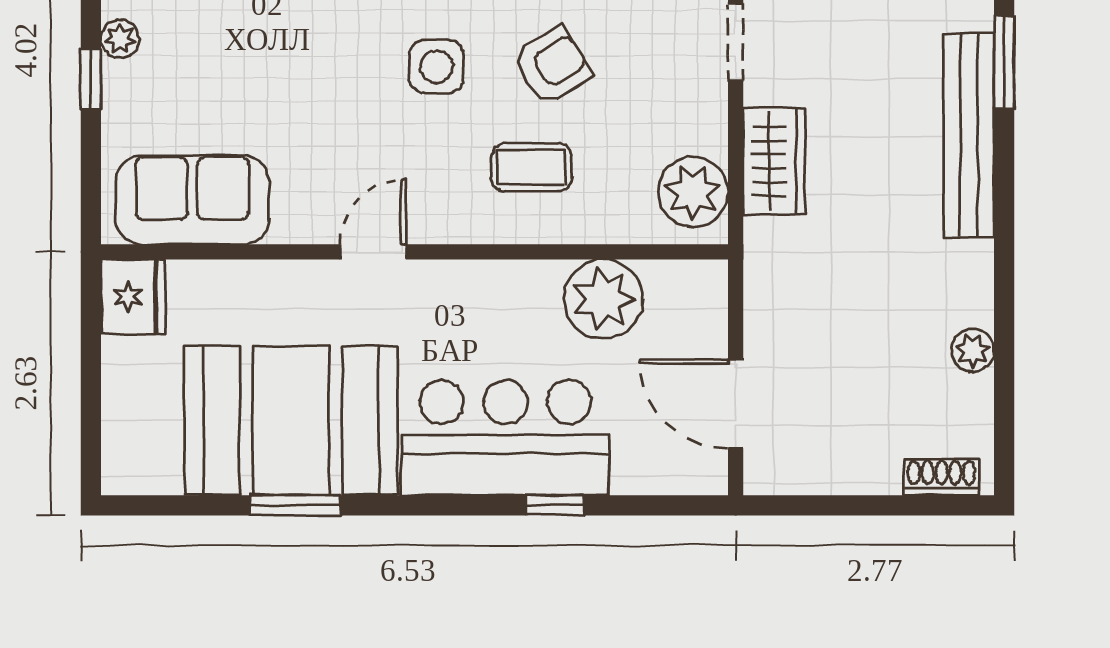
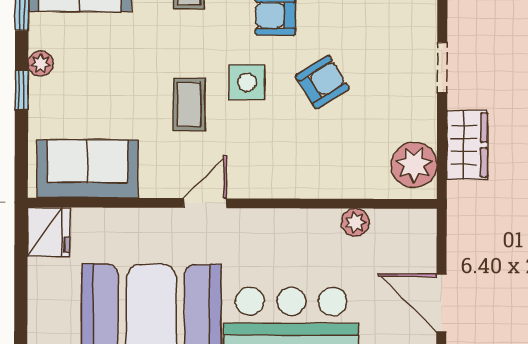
coffee table: (531, 167) -> (189, 105), moved, turned 90
plant: (603, 299) -> (355, 222), width x0.53, depth x0.53

